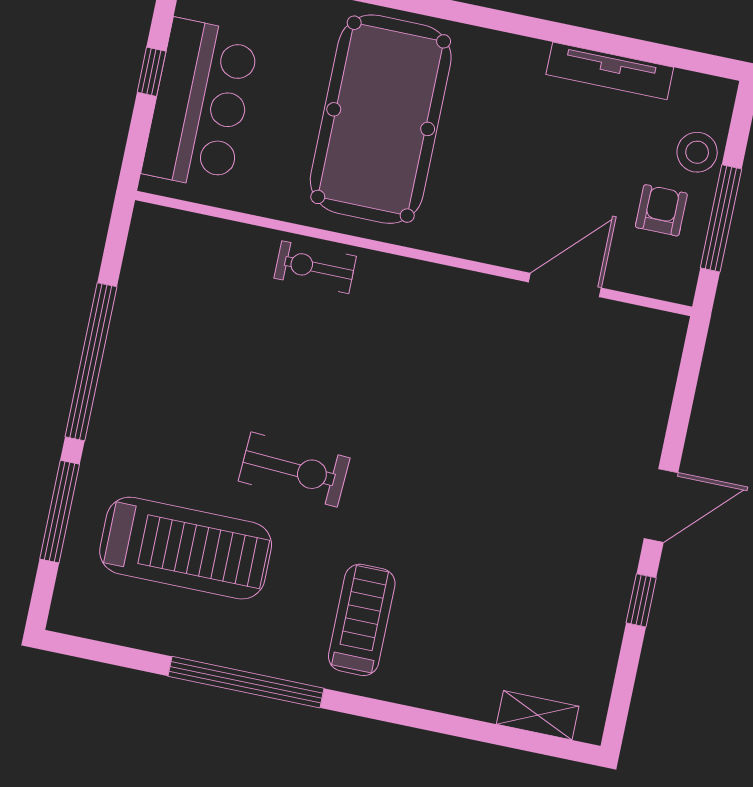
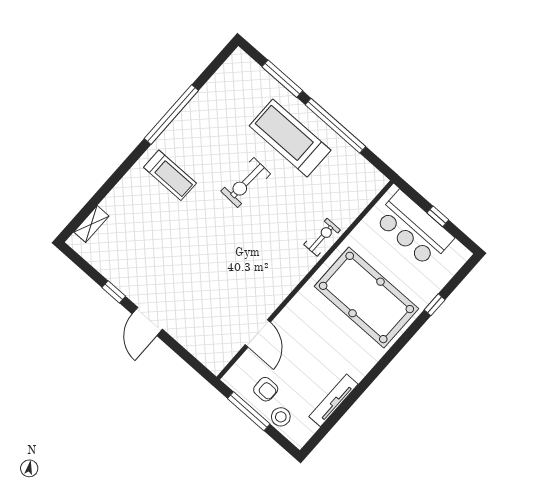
treadmill: (186, 548) -> (290, 138), moved, turned 90

